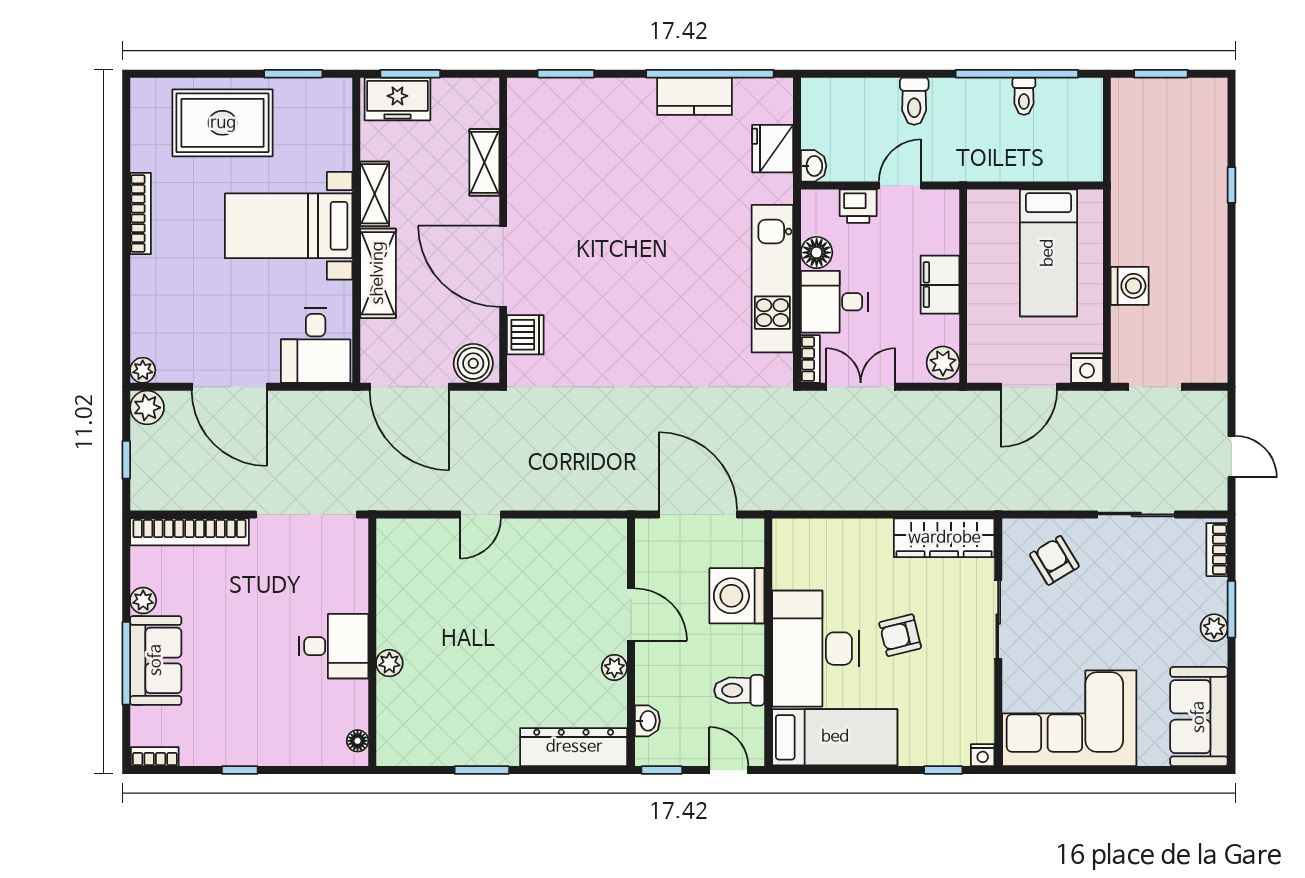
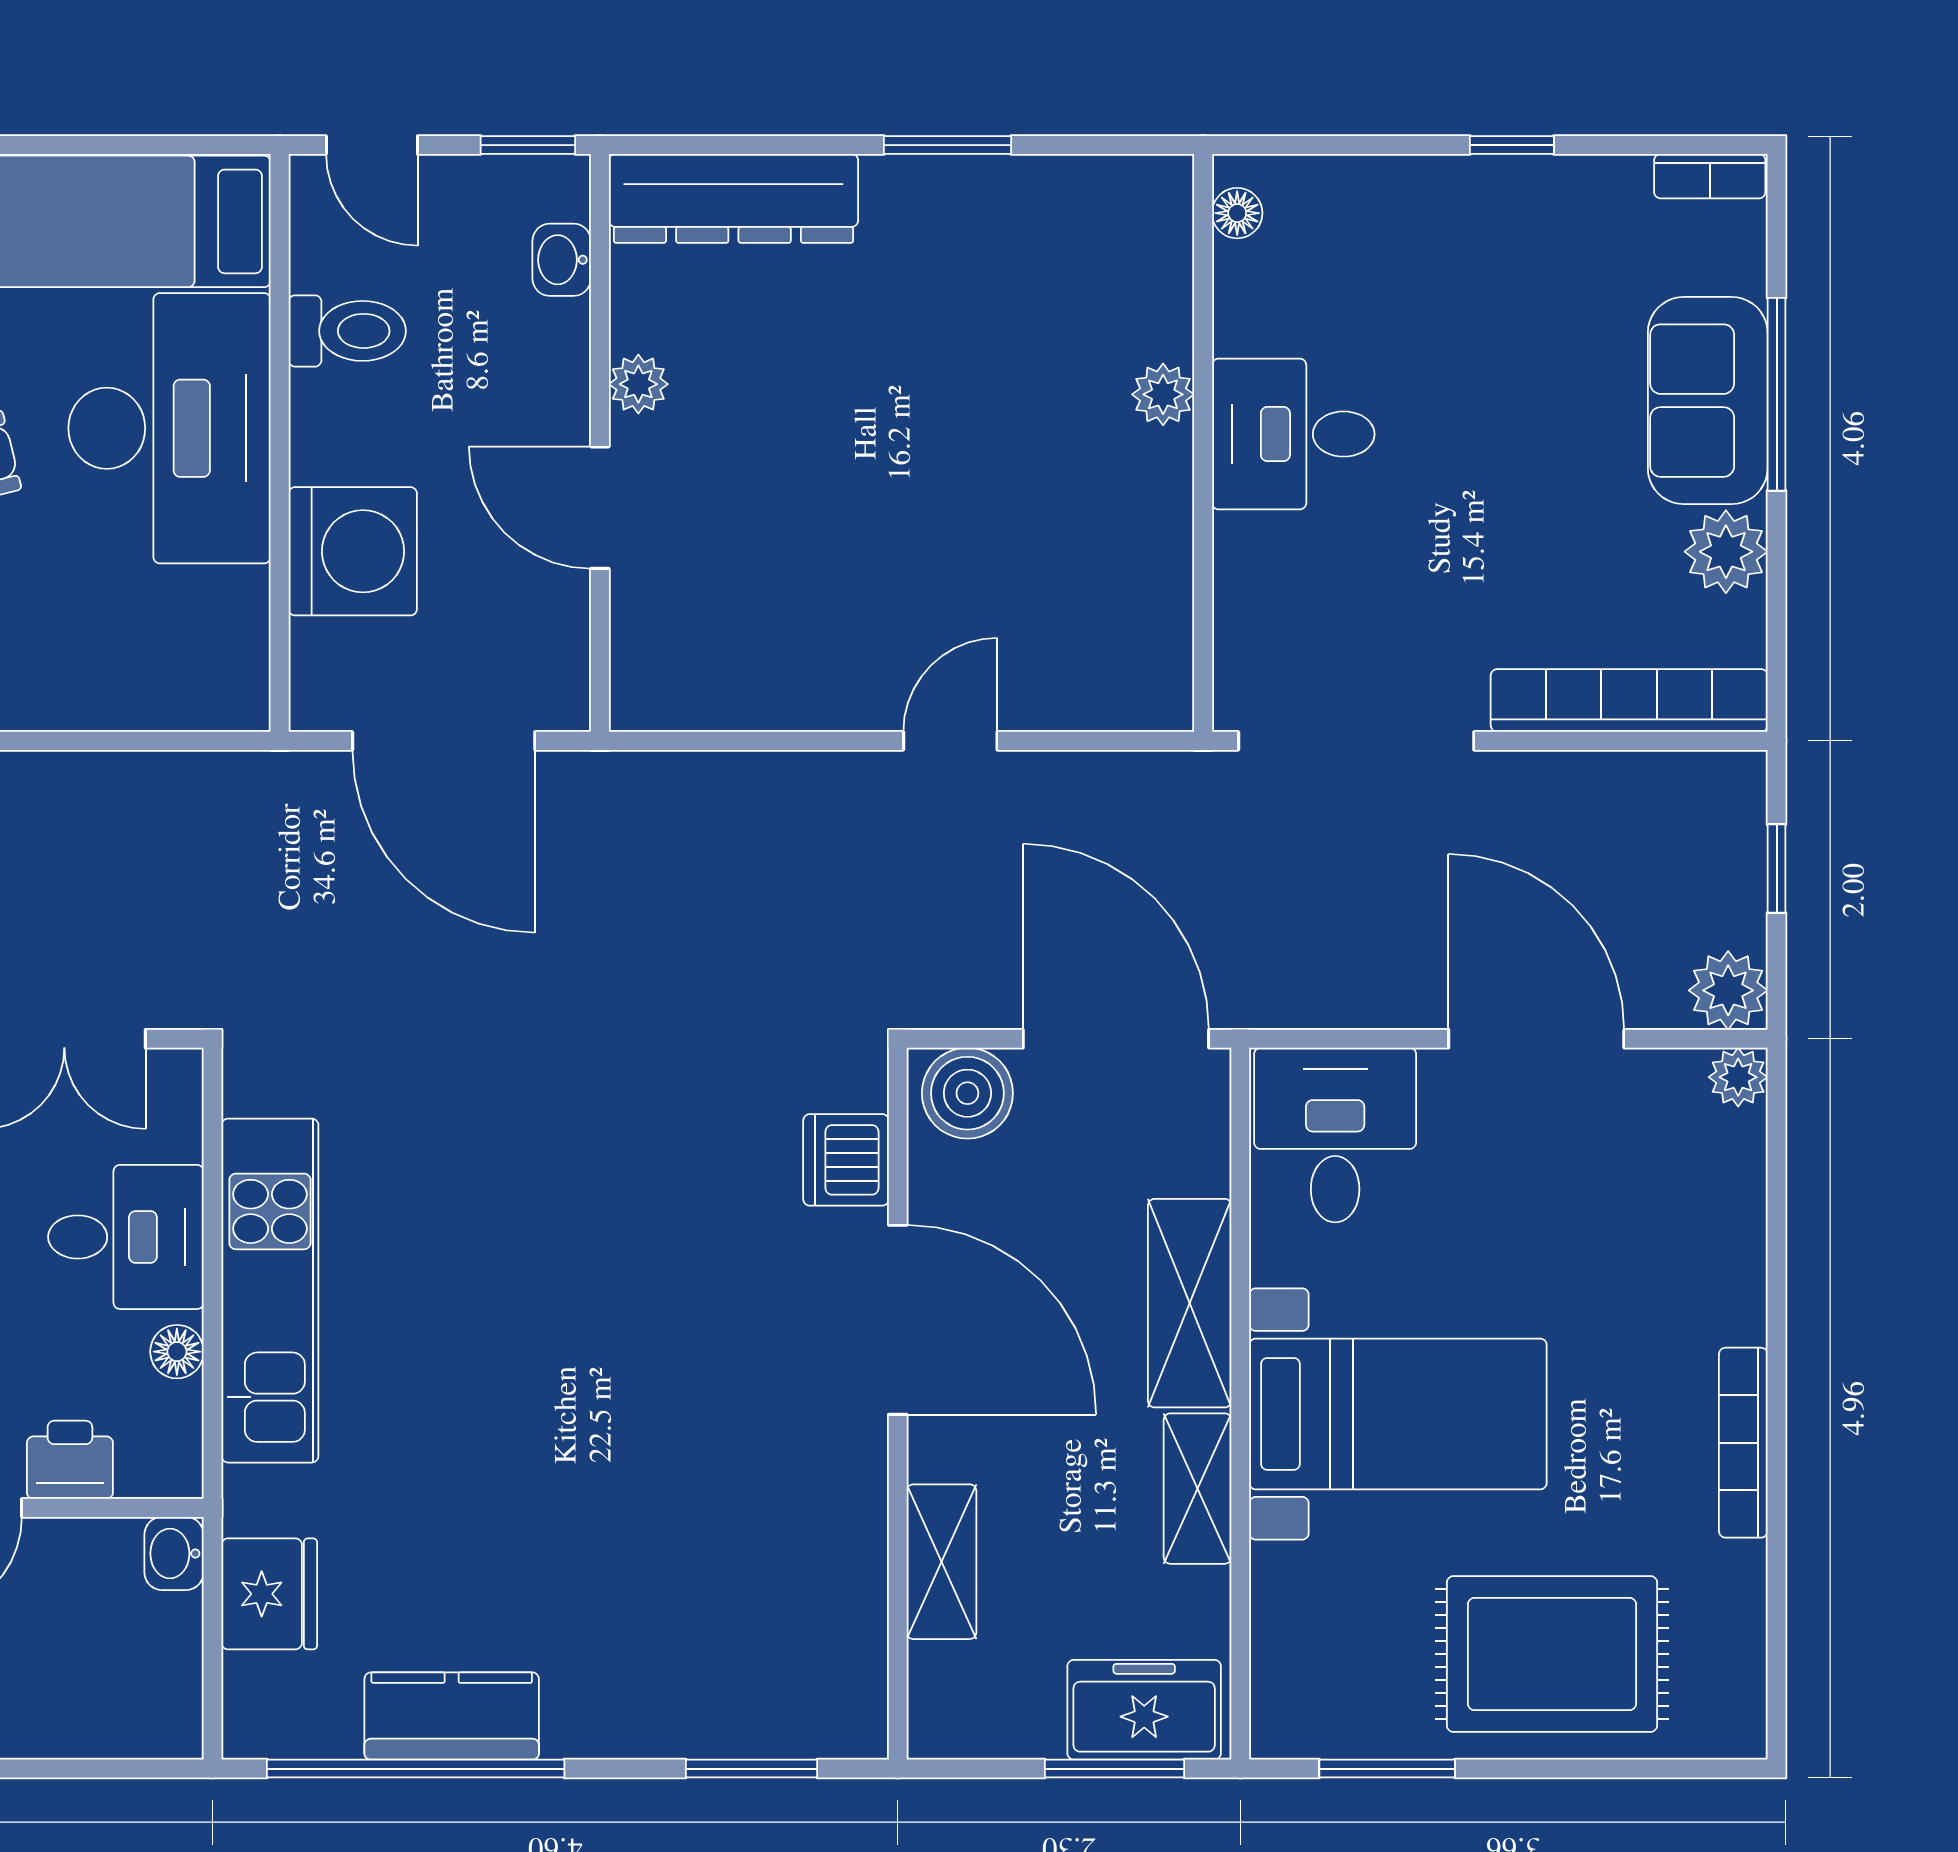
floor lamp: (817, 253) -> (177, 1352), width x0.73, depth x0.73
bookcase: (810, 359) -> (181, 1103), removed
plant: (143, 600) -> (1726, 552), width x1.38, depth x1.38

